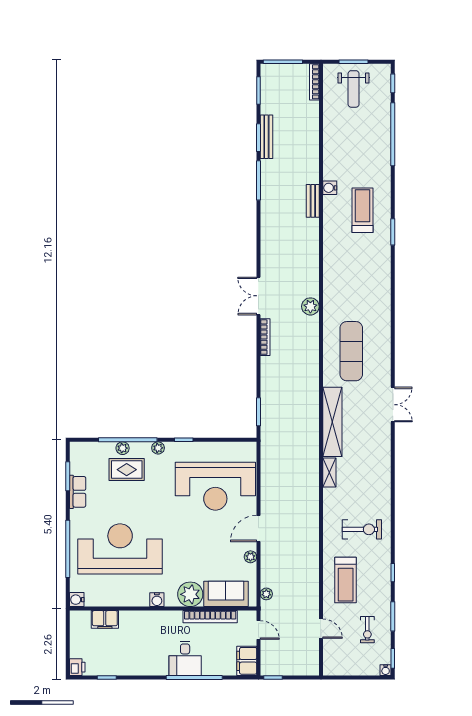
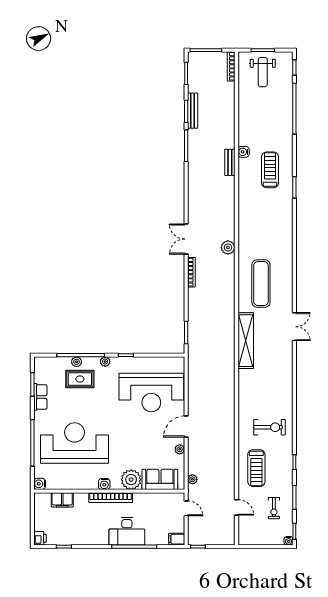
shelving: (329, 473) -> (243, 381), removed
bookcase: (210, 617) -> (111, 498), moved
desk: (185, 658) -> (127, 531), width x1.37
filing cabinet: (247, 661) -> (177, 539), width x0.50

